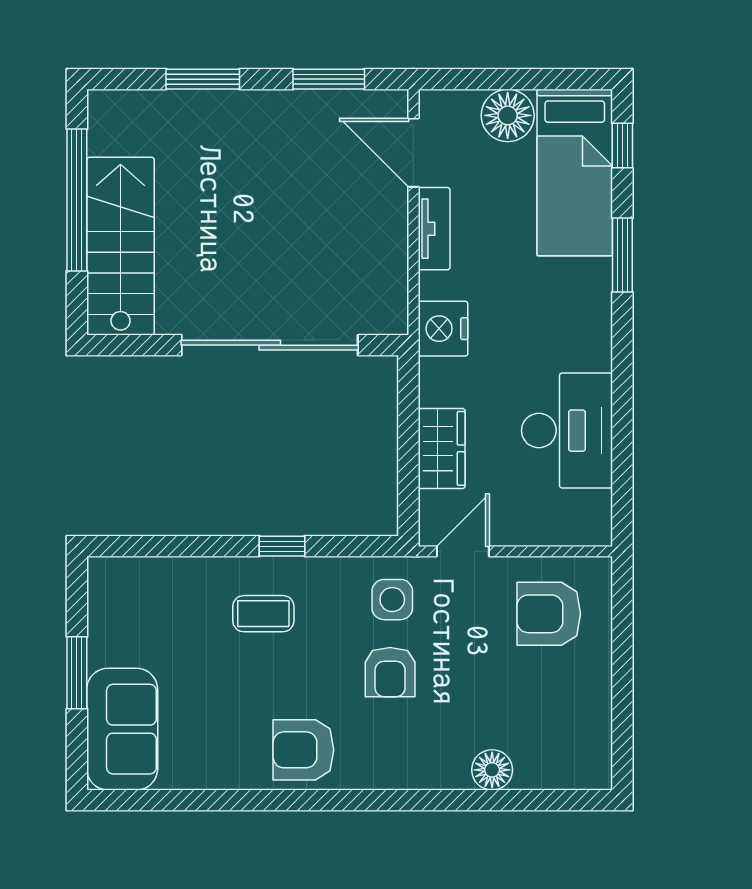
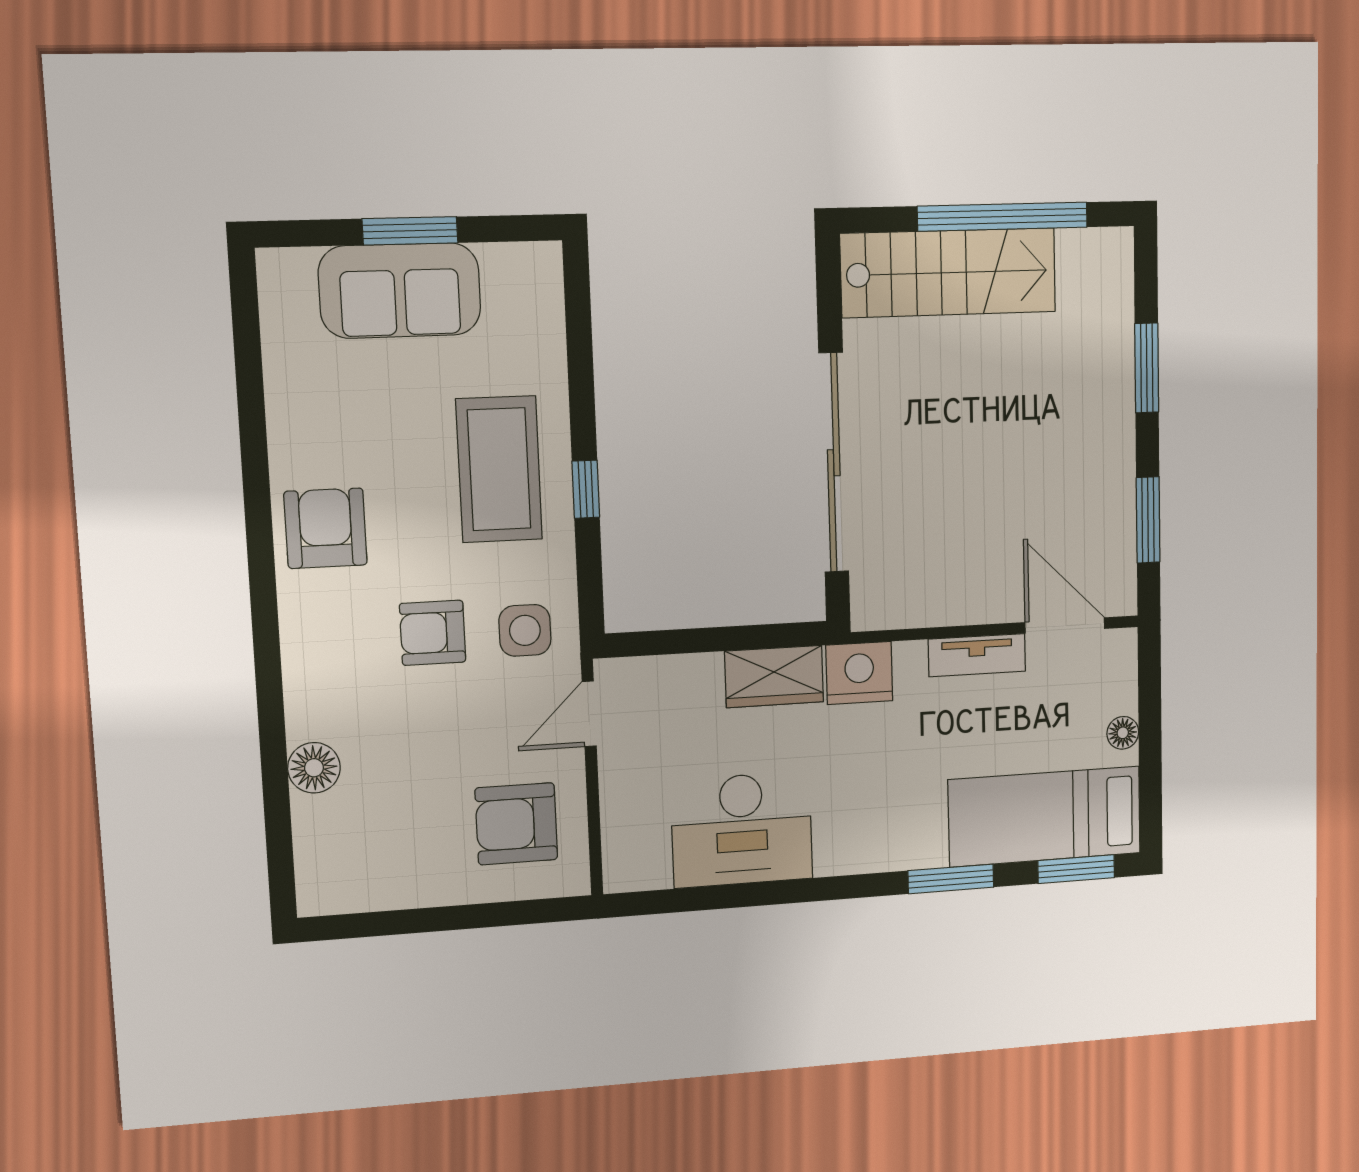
floor lamp: (508, 115) -> (1123, 733), width x0.53, depth x0.53
window: (622, 146) -> (1076, 869), width x1.50
door: (413, 153) -> (1065, 625), hinge flipped
wardrobe: (442, 448) -> (774, 677), moved
door: (463, 551) -> (589, 714), swing flipped
coffee table: (263, 614) -> (499, 469), width x1.86, depth x1.72
armchair: (549, 614) -> (516, 824), turned -90
sofa: (122, 729) -> (400, 291), moved

